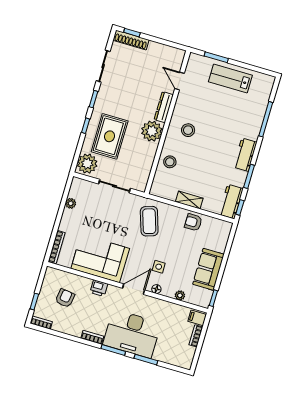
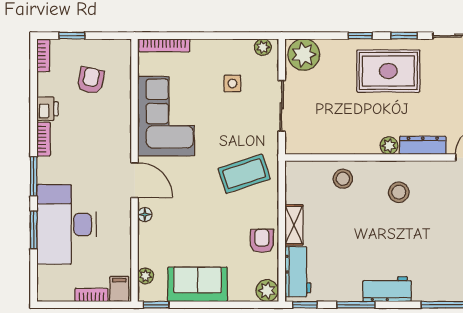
plant: (152, 131) -> (389, 146), width x0.53, depth x0.53
rug: (110, 136) -> (388, 71), moved
workbench: (231, 202) -> (298, 272), moved, turned 90
plant: (71, 203) -> (263, 47), moved
plant: (225, 228) -> (267, 291), added
side table: (159, 267) -> (232, 83), moved
printer: (99, 288) -> (47, 109), moved, turned 180
plant: (180, 295) -> (146, 276), moved
armchair: (65, 298) -> (91, 80), turned -87
desk: (132, 334) -> (67, 224), moved

